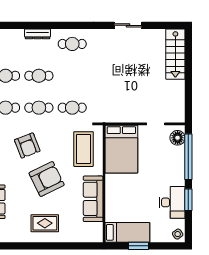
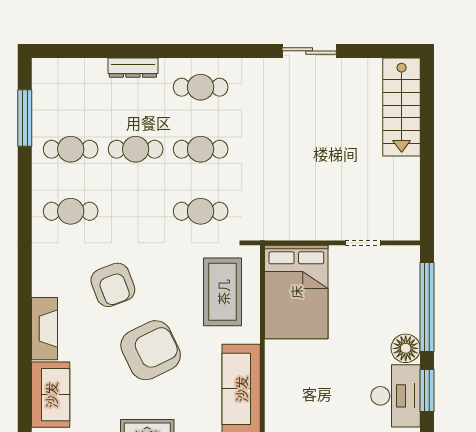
cafe table: (39, 108) -> (201, 149), moved
floor lamp: (178, 138) -> (406, 348), moved

